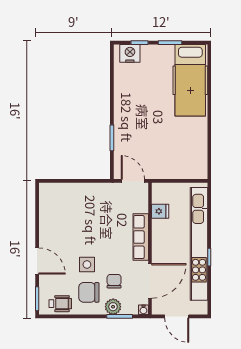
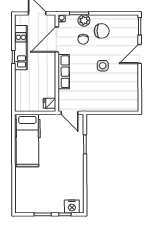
hospital bed: (190, 80) -> (27, 141), moved, turned 180
fridge: (160, 211) -> (50, 103), moved
kitchen unit: (199, 244) -> (21, 48), width x0.54
door: (37, 261) -> (140, 54), hinge flipped
side table: (87, 264) -> (103, 66), moved
wheelchair: (60, 304) -> (123, 23), removed

